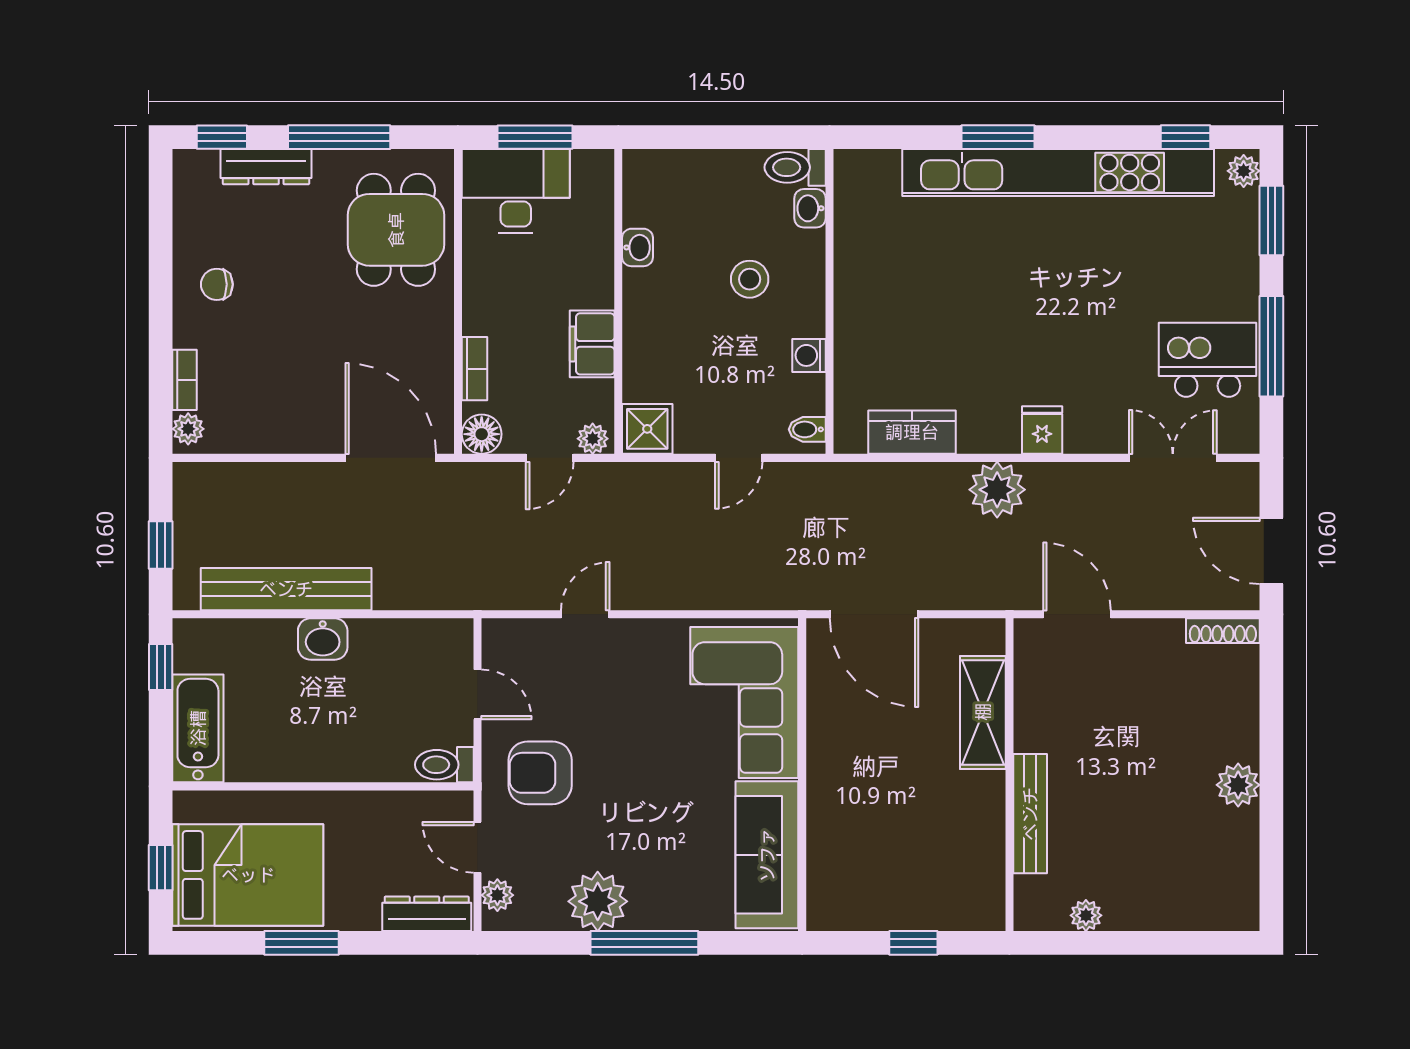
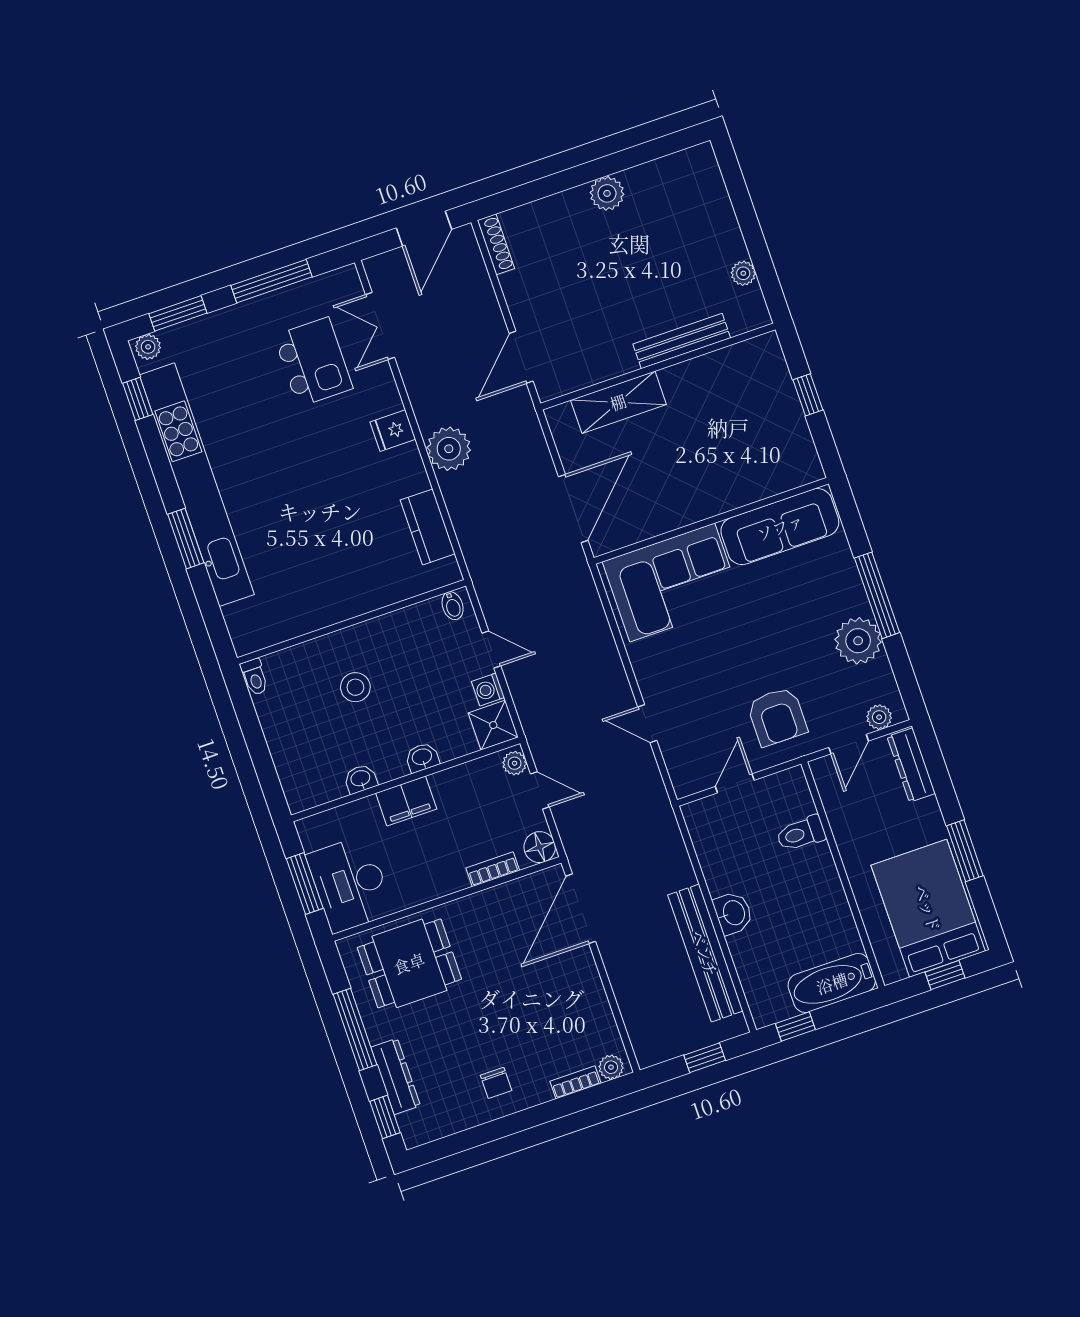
toilet: (795, 167) -> (255, 677), width x0.73, depth x0.72
washbasin: (810, 208) -> (422, 757), moved, turned 180
filing cabinet: (592, 344) -> (406, 801), moved
washing machine: (809, 355) -> (488, 690), moved, turned 90
kitchen island: (1208, 360) -> (313, 362), moved, turned 180
toilet: (444, 765) -> (801, 834), moved, turned 90

